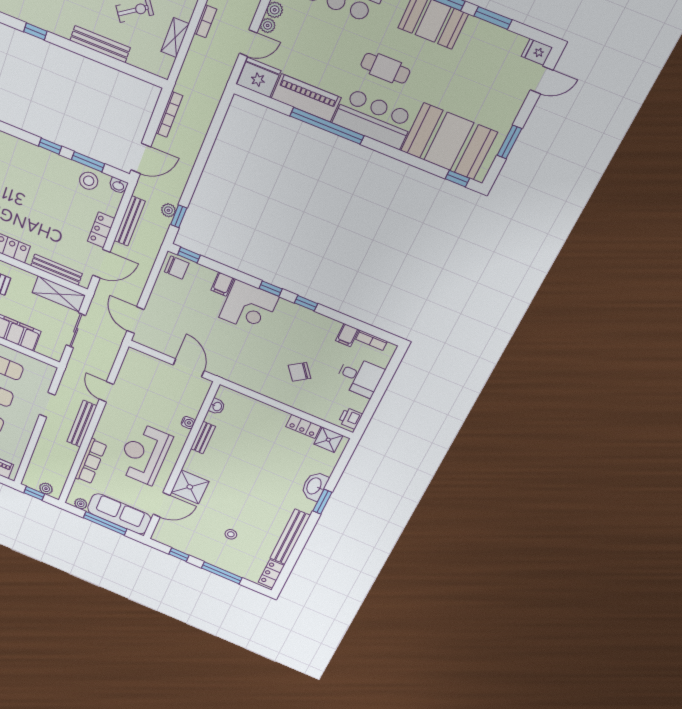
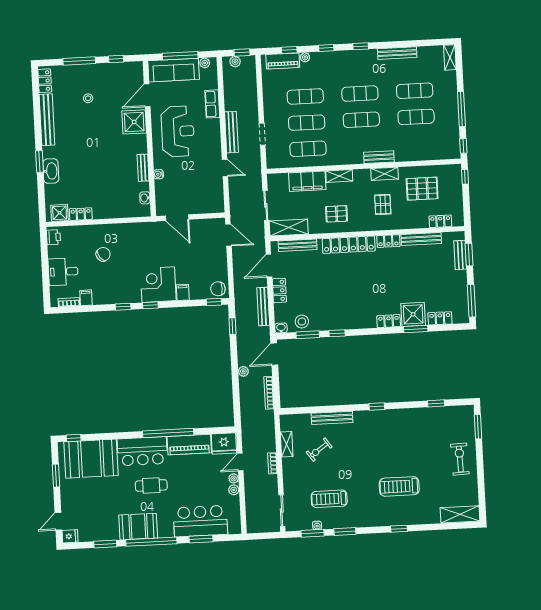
plant: (168, 210) -> (243, 371), moved
row of seats: (91, 461) -> (212, 104), width x0.68

